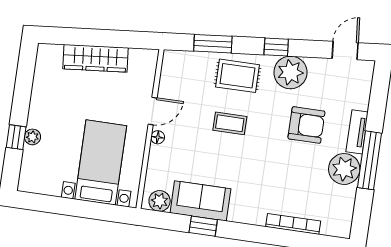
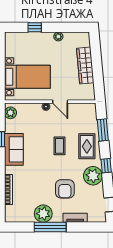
tv unit: (357, 132) -> (75, 218), moved
plant: (32, 137) -> (58, 37), moved
sofa: (200, 201) -> (14, 149), moved

